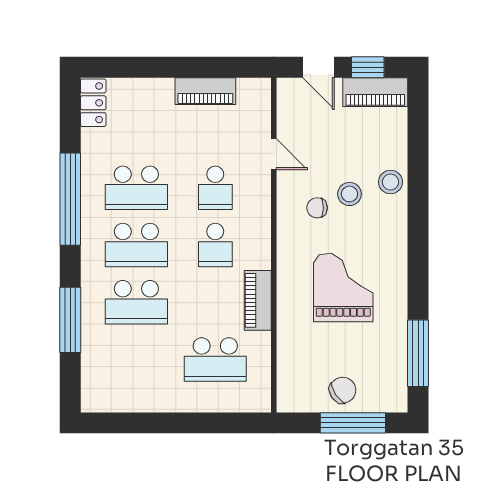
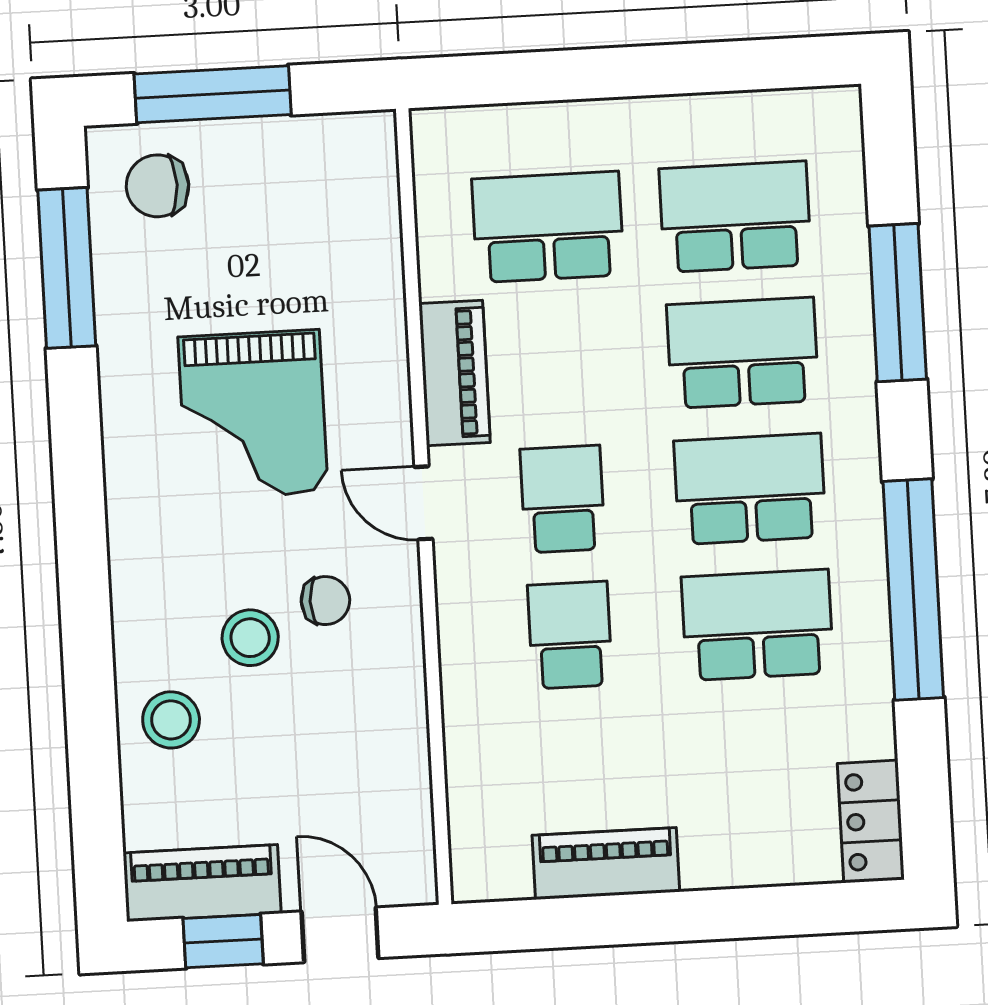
door: (274, 154) -> (423, 503), moved
stool: (390, 182) -> (171, 720), moved
school desk: (136, 360) -> (735, 217), added
chair: (343, 390) -> (158, 186), moved, turned 34

